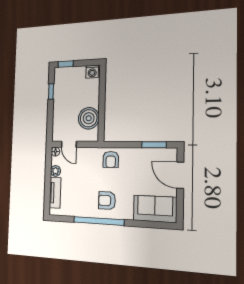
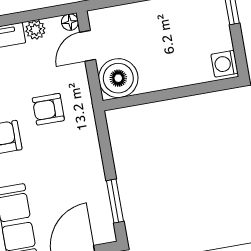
boiler: (89, 118) -> (118, 78), moved
armchair: (111, 159) -> (48, 109), moved

